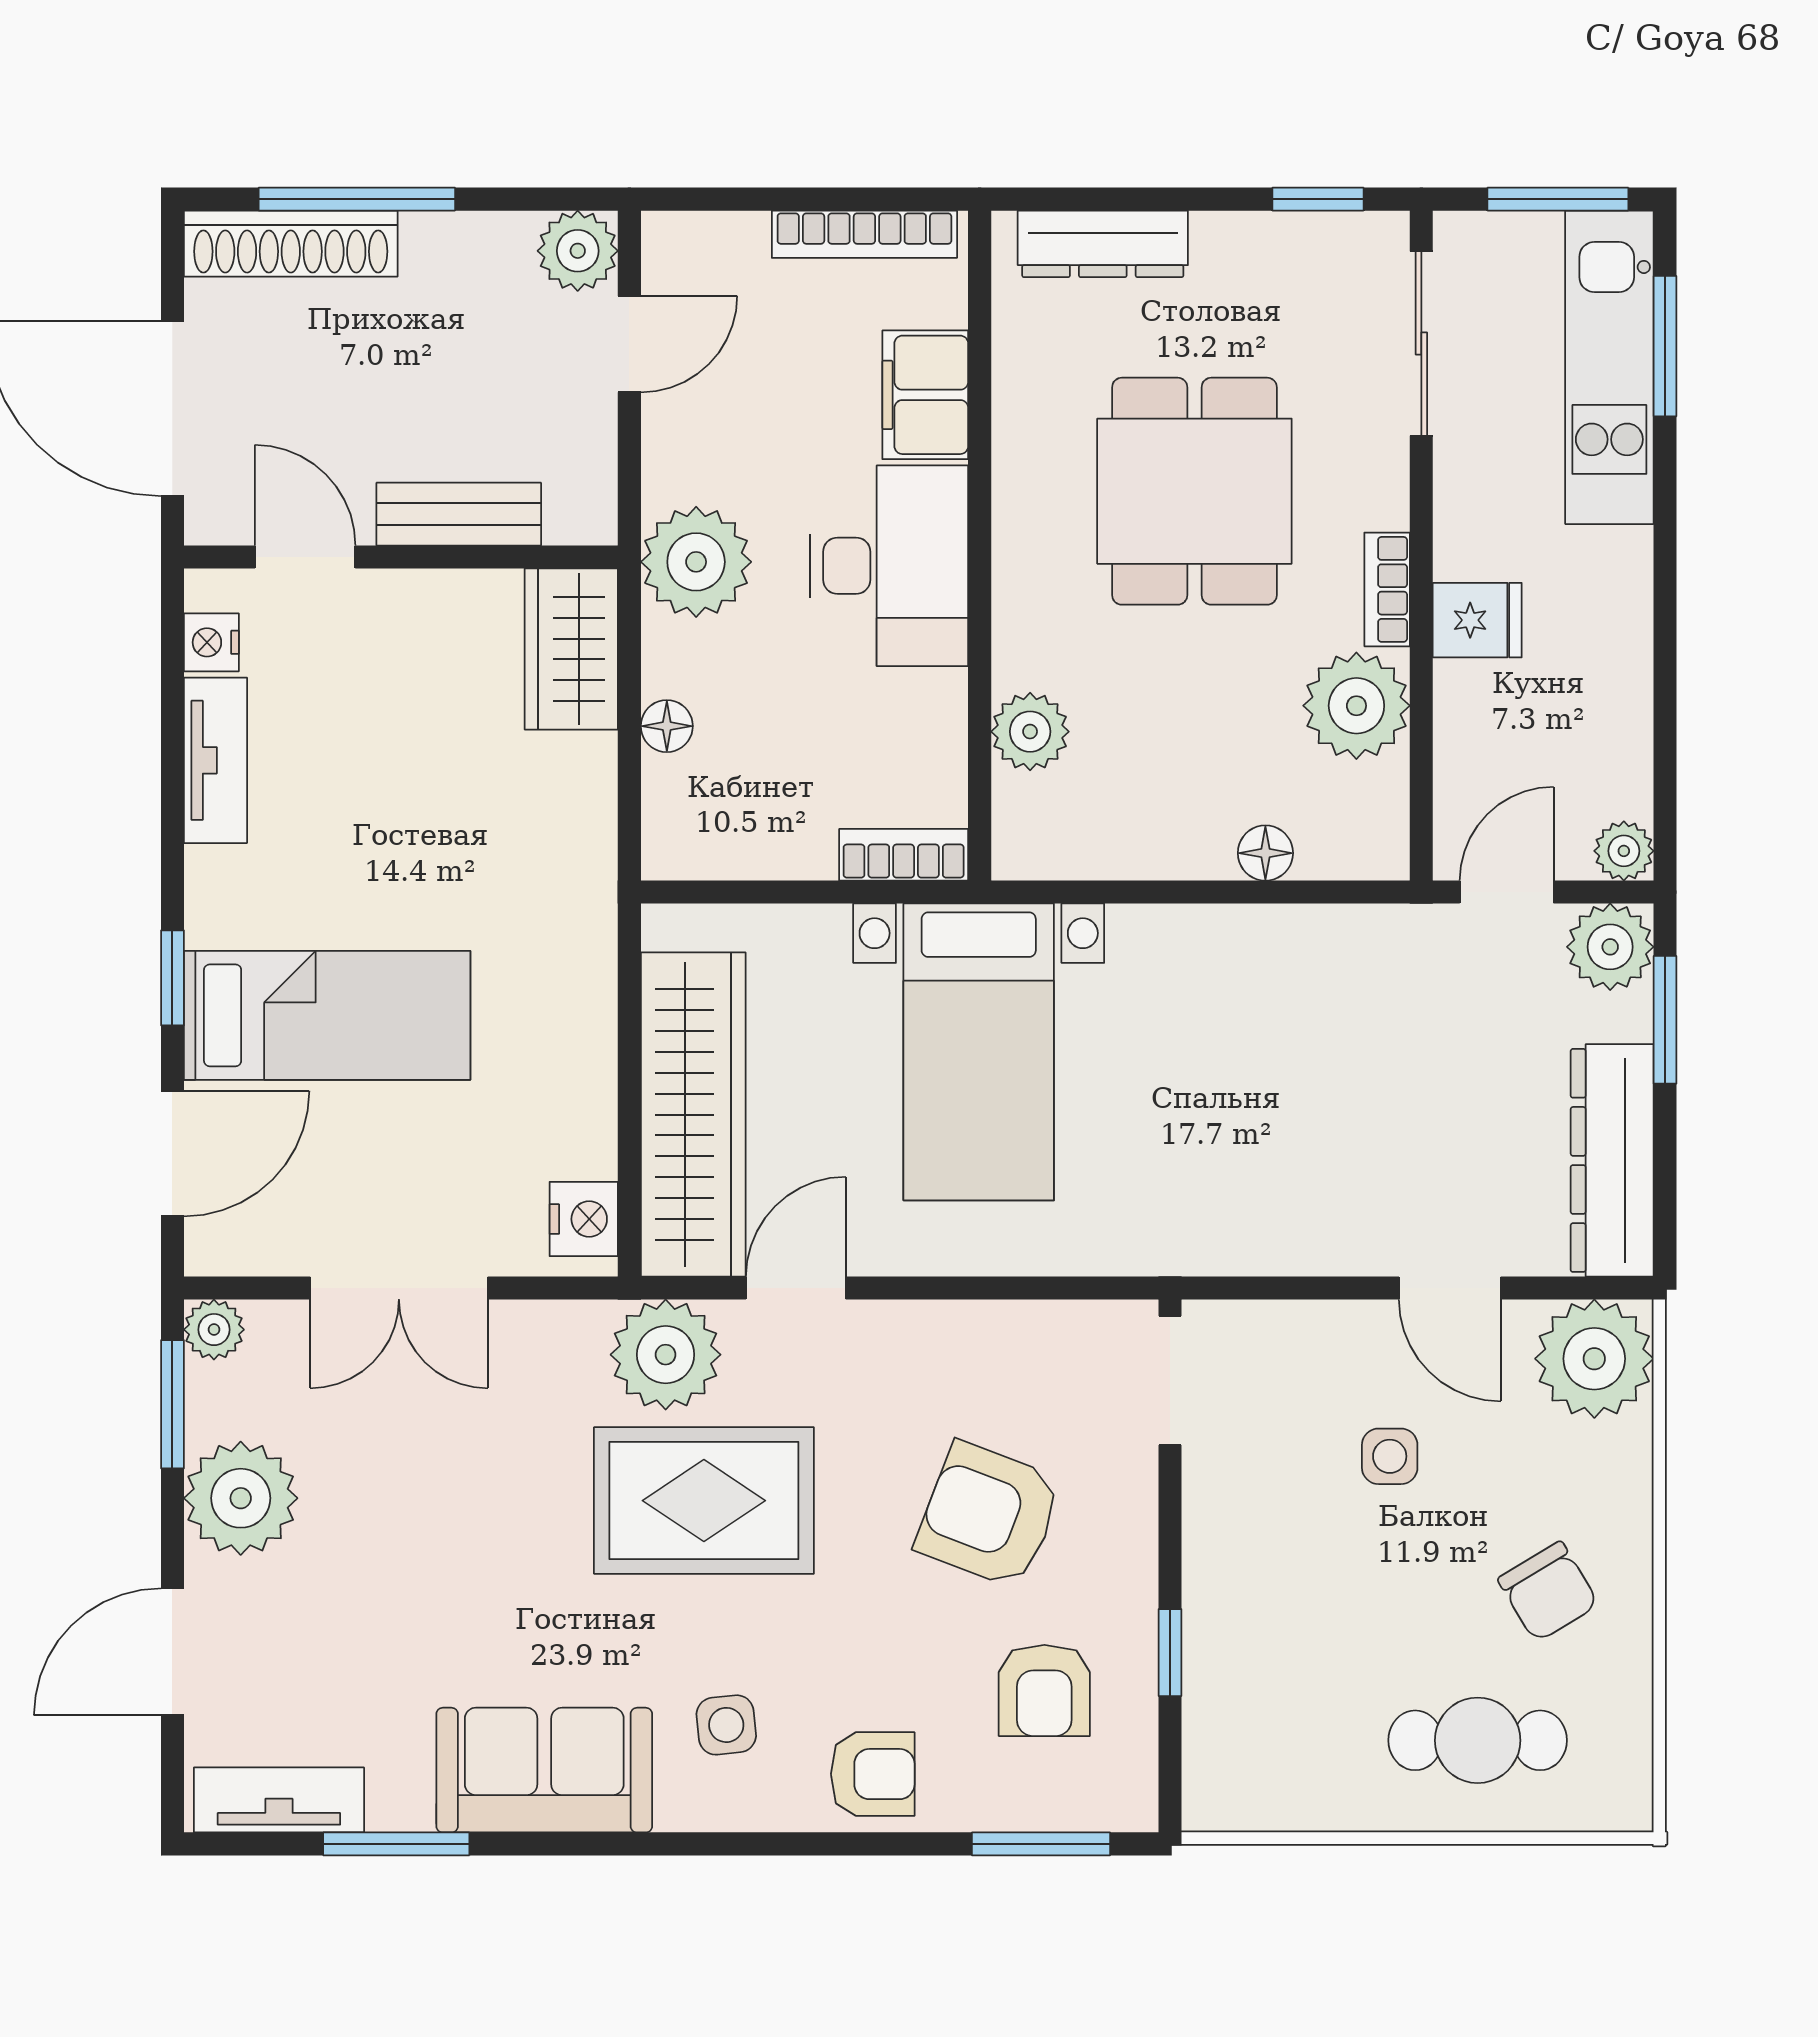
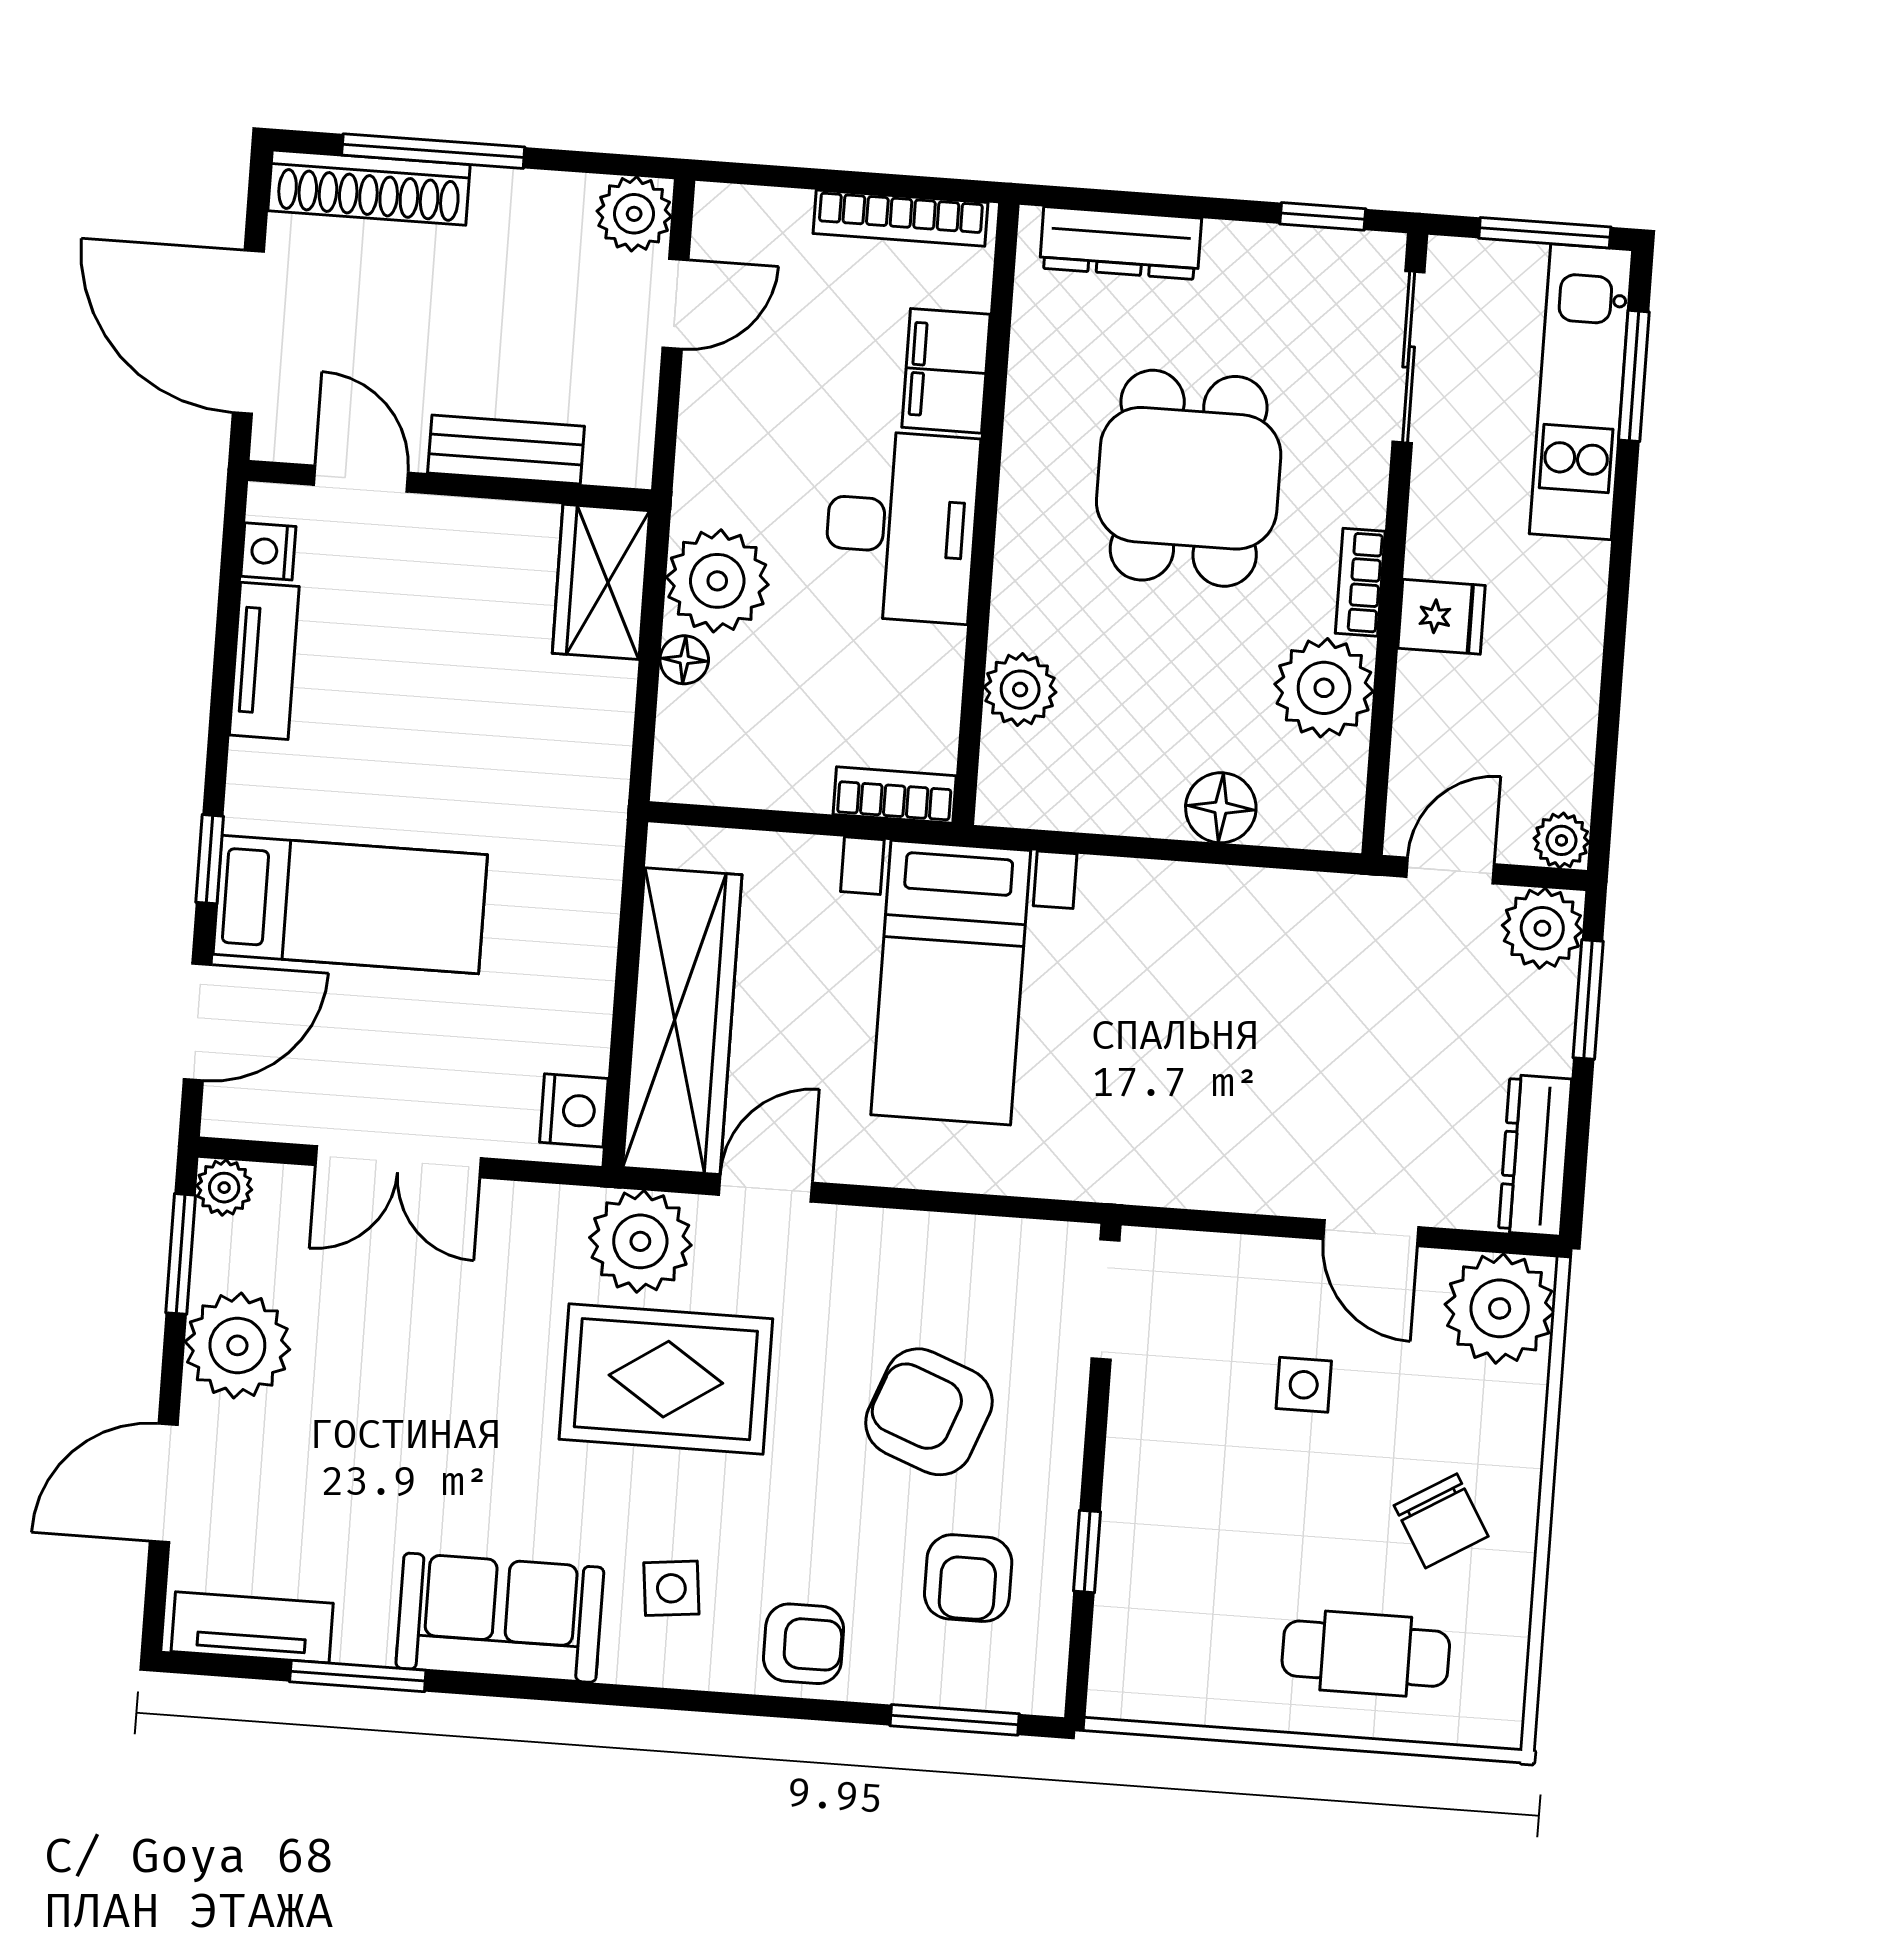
plant: (696, 562) -> (717, 581), moved
floor lamp: (1265, 853) -> (1221, 808), width x1.37, depth x1.37
dresser: (1612, 1160) -> (1535, 1155), width x0.73, depth x0.80

